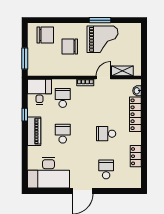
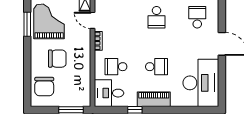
chair: (45, 35) -> (44, 87), turned 180
chair: (70, 46) -> (57, 59), turned -90
school desk: (63, 134) -> (157, 67), turned 180
school desk: (106, 169) -> (197, 17), turned 90

